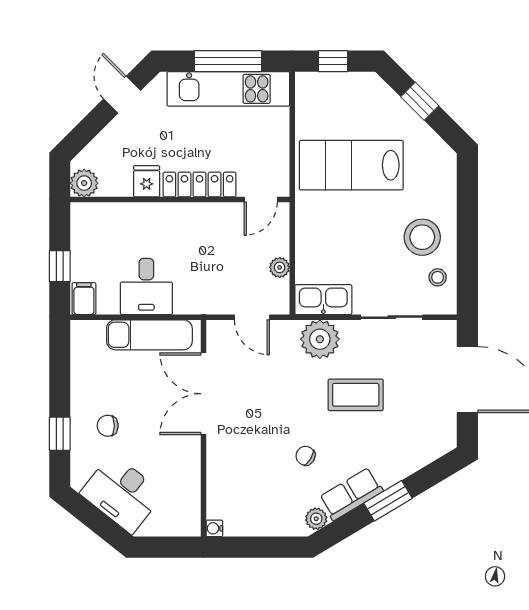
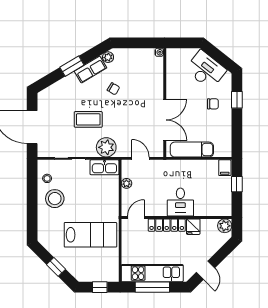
desk: (146, 286) -> (180, 202), moved, turned 180

